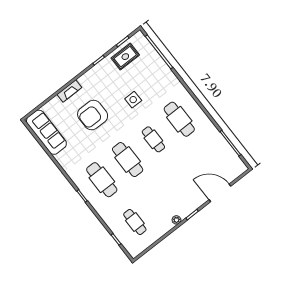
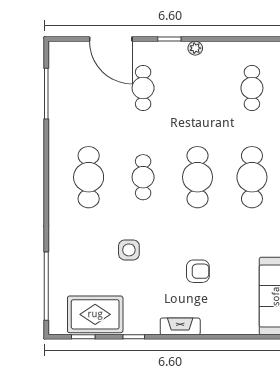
rug: (125, 57) -> (95, 314), width x1.36, depth x1.43
fireplace: (69, 91) -> (180, 326), moved
armchair: (93, 115) -> (198, 271), width x0.53, depth x0.53
cafe table: (186, 182) -> (143, 88), added

